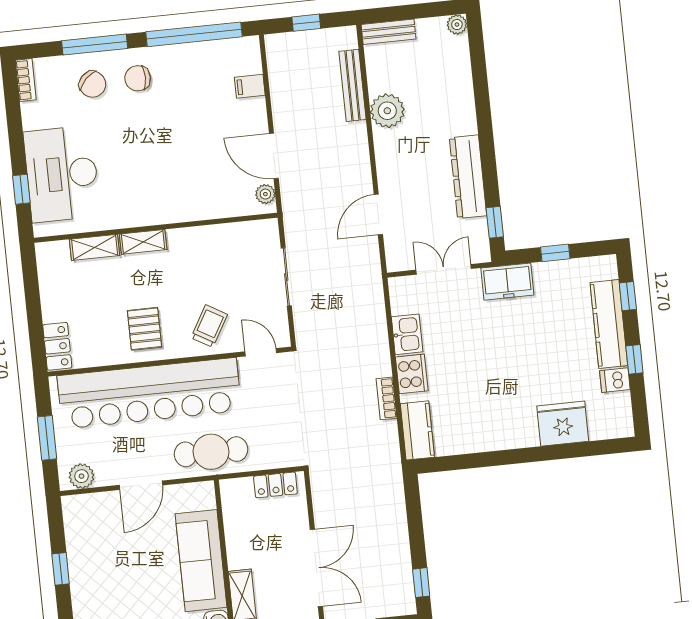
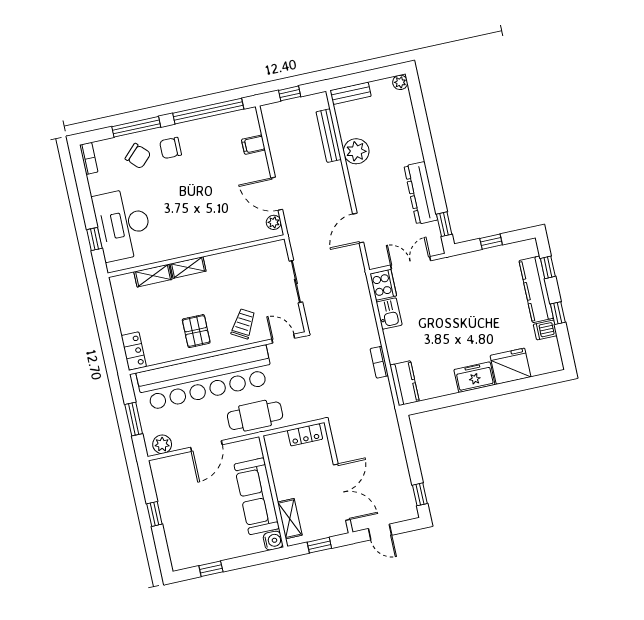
freezer: (507, 282) -> (474, 377), moved, turned 180
cooker: (412, 374) -> (383, 285), moved

